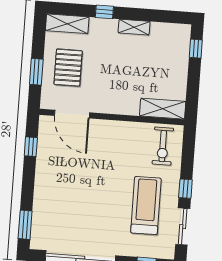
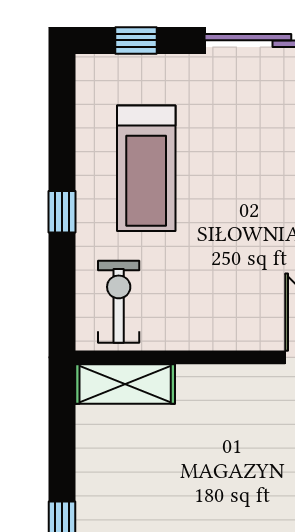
sliding door: (183, 226) -> (62, 128), removed

